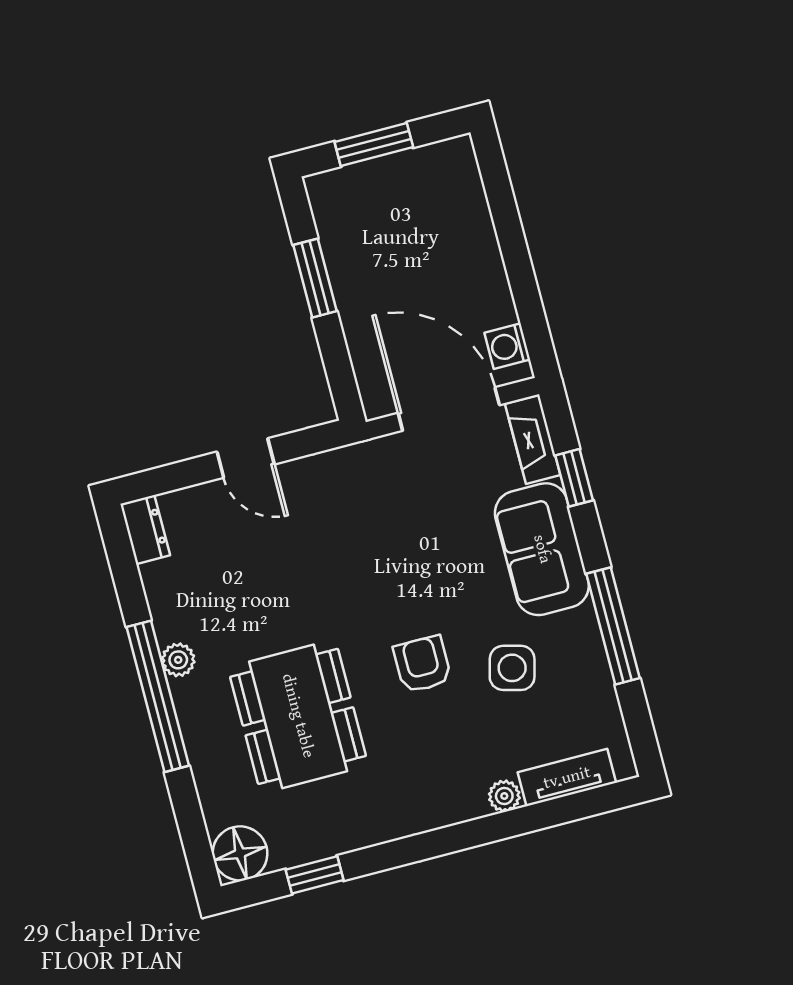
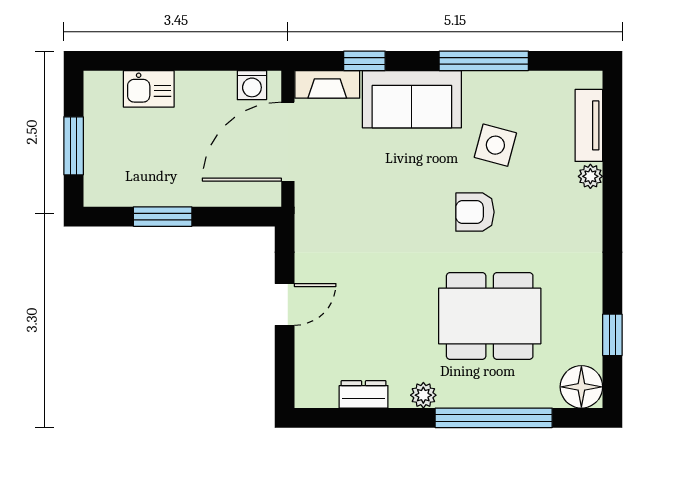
kitchen sink: (469, 219) -> (149, 89), added
dresser: (145, 530) -> (364, 394), moved
window: (158, 696) -> (494, 418), moved

